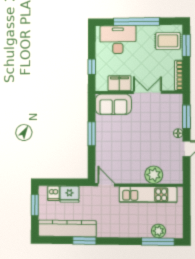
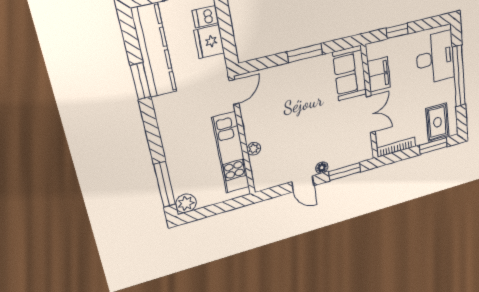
plant: (154, 175) -> (254, 149), width x0.53, depth x0.53
plant: (158, 231) -> (186, 203), moved

